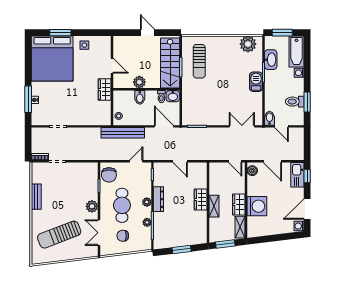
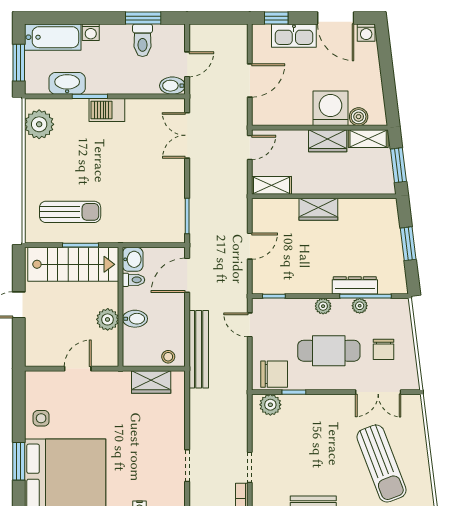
wardrobe: (105, 90) -> (151, 382), moved
boiler: (252, 171) -> (359, 117), moved
kitchen sink: (297, 175) -> (294, 36), moved
dresser: (158, 199) -> (355, 285), moved
plant: (92, 206) -> (270, 405), moved
shelving: (214, 206) -> (272, 185), moved

